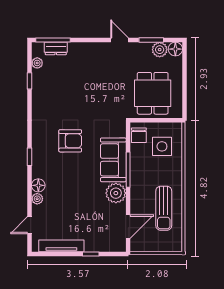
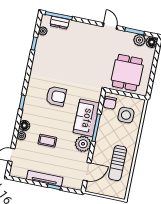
coffee table: (71, 198) -> (47, 141), added
tv unit: (61, 246) -> (45, 178), moved

